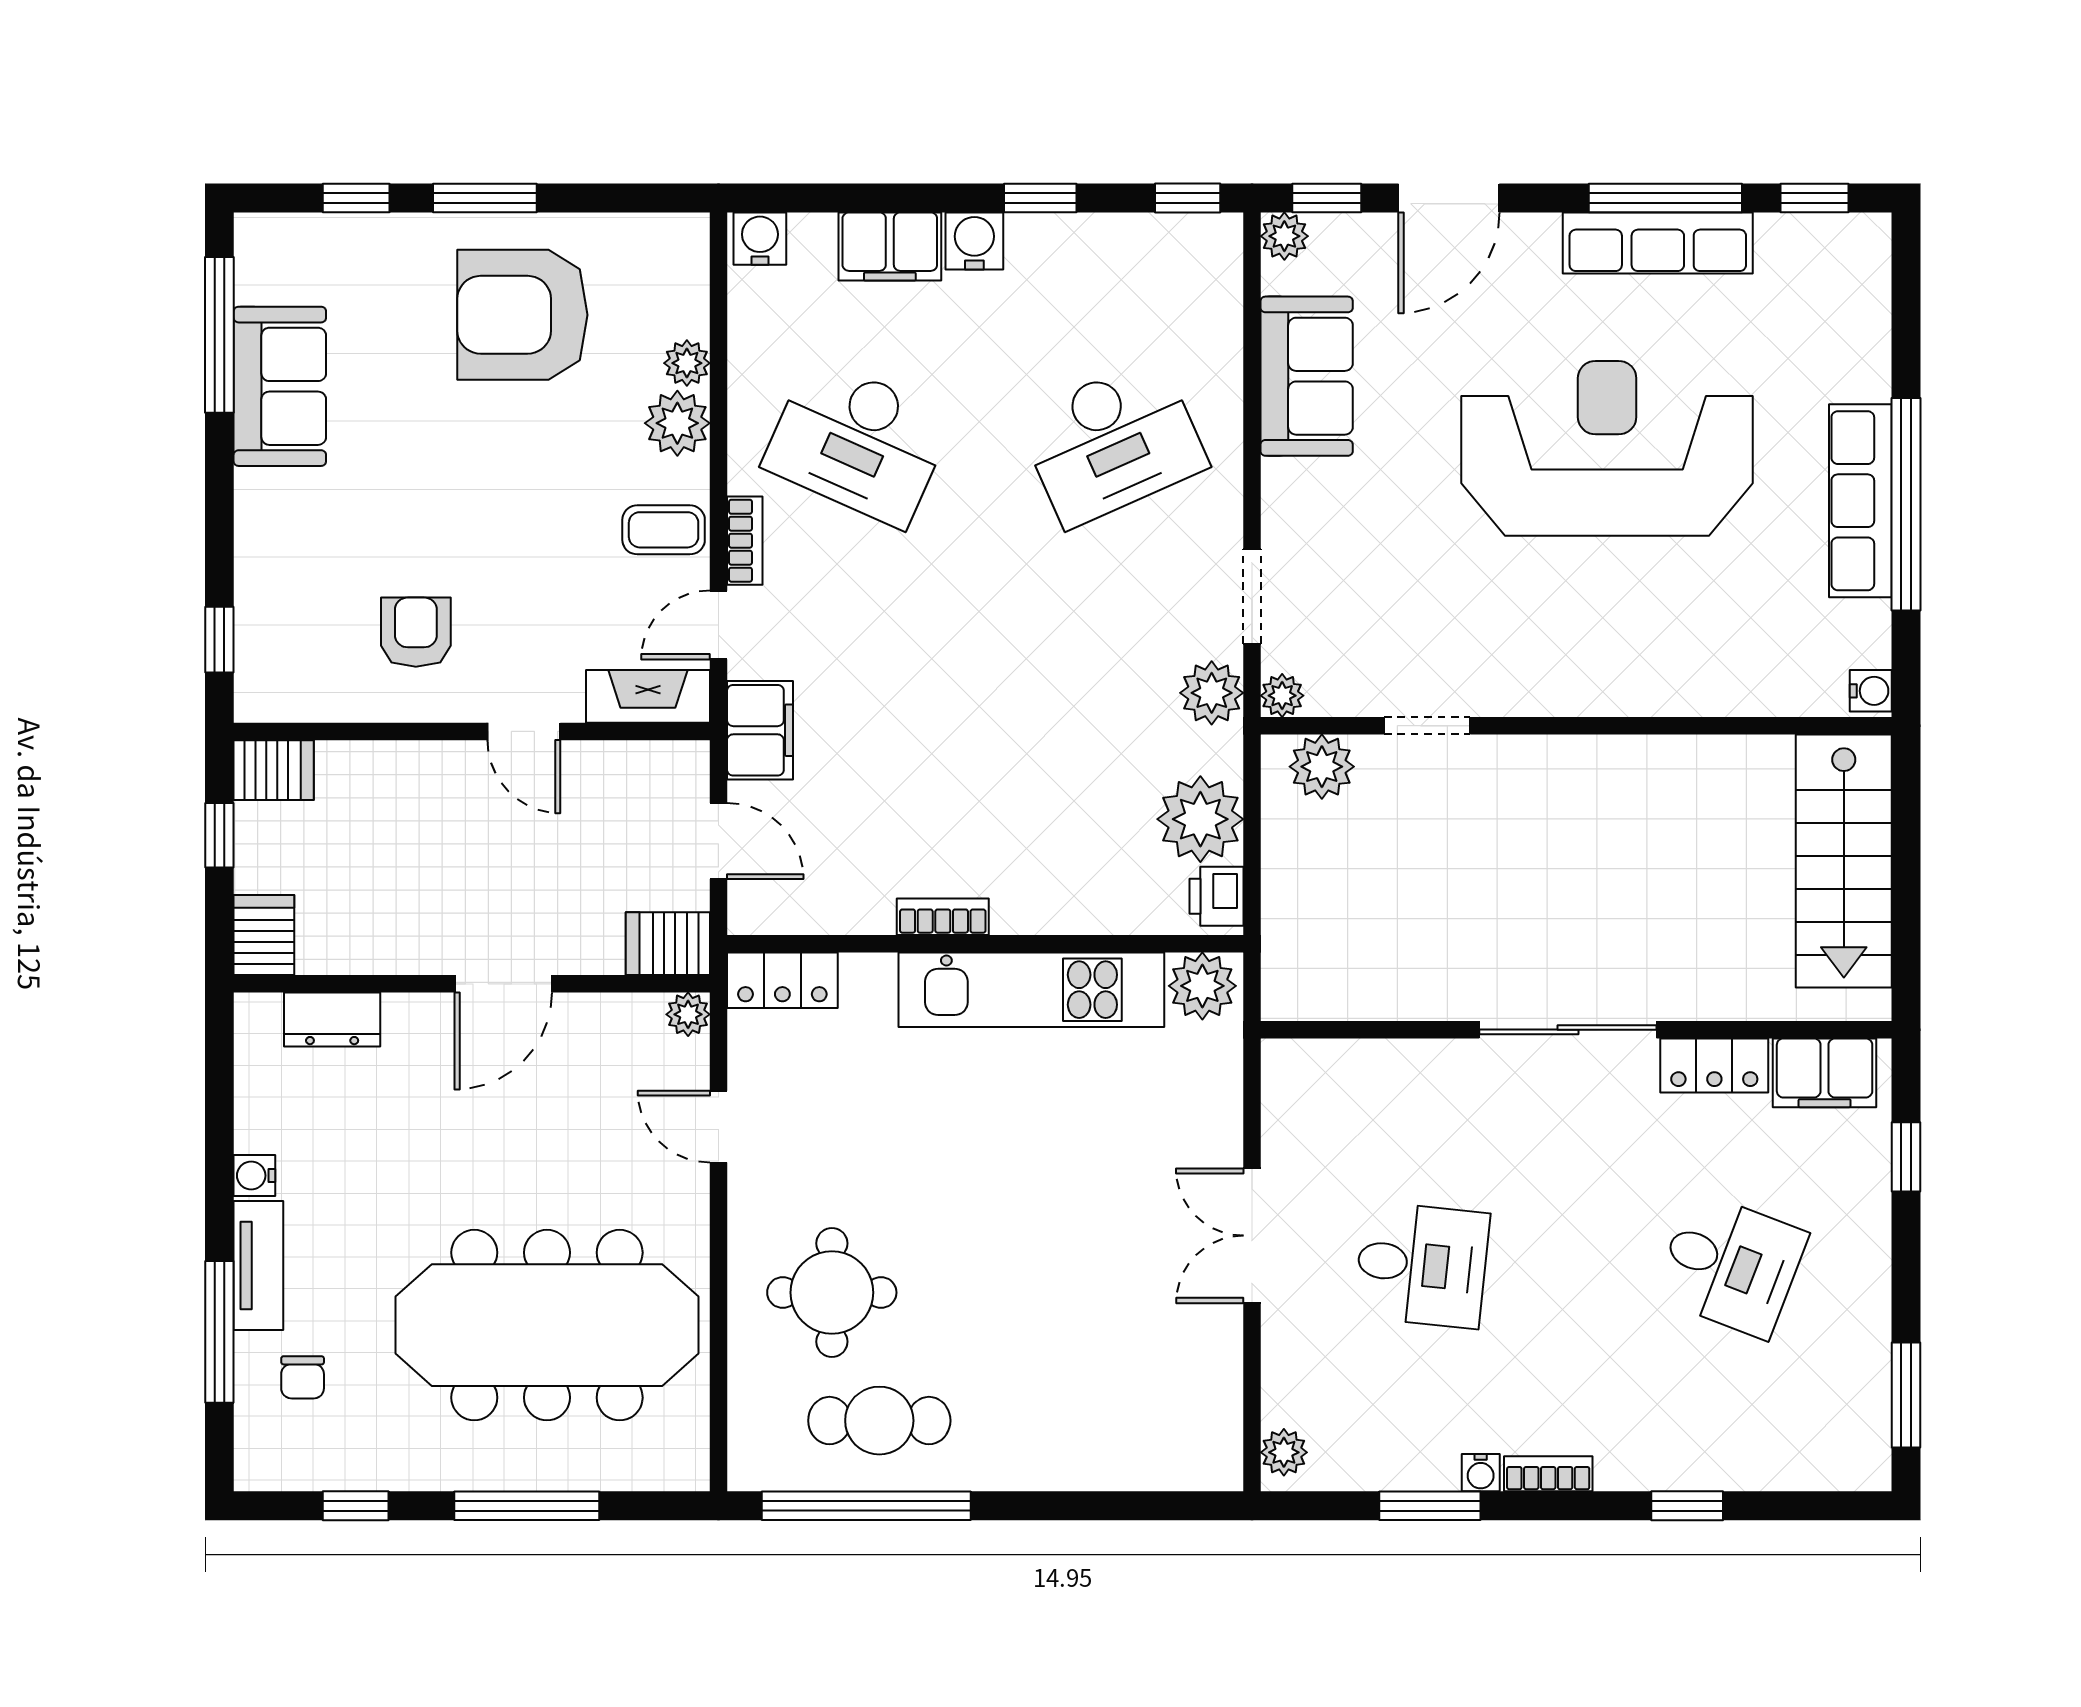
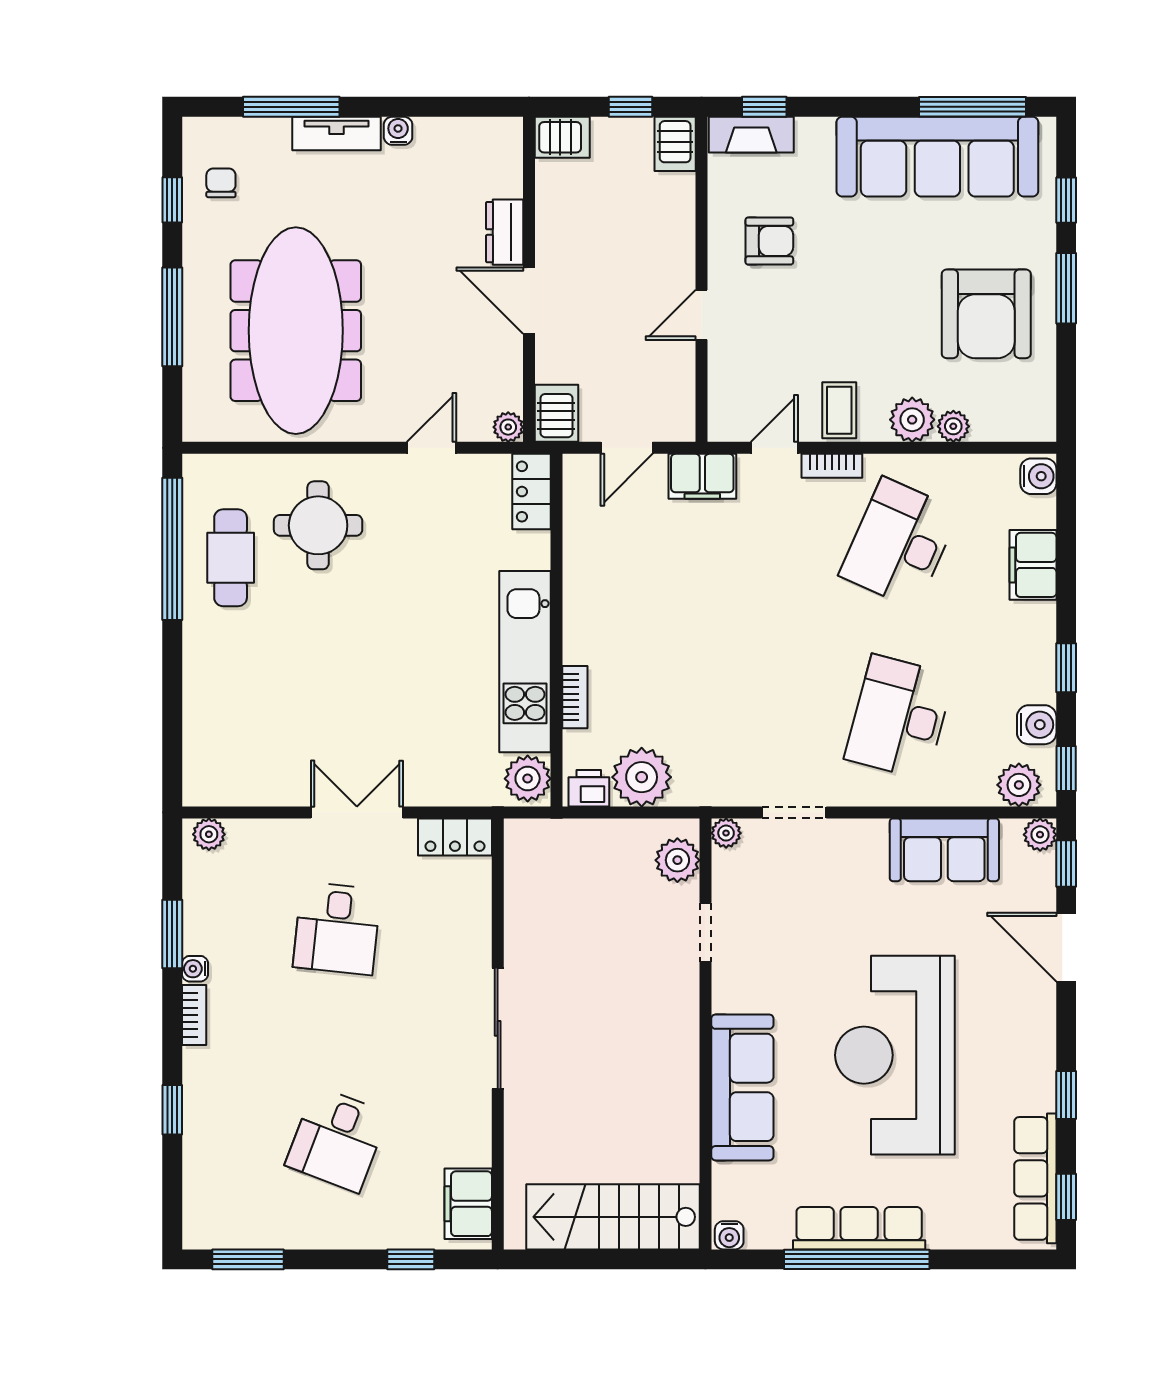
window: (1665, 198) -> (1066, 1095), width x0.46
water cooler: (974, 241) -> (1037, 725), moved
row of seats: (1658, 243) -> (1035, 1178), moved
armchair: (522, 315) -> (986, 314), turned 180
sofa: (280, 386) -> (937, 157), width x1.85, depth x1.27
desk: (1113, 442) -> (899, 717), turned 39
reception desk: (1607, 448) -> (895, 1055), turned 180
door: (718, 625) -> (774, 448), hinge flipped
sofa: (1654, 672) -> (742, 1087), added
plant: (1212, 693) -> (1019, 785), moved
fireplace: (648, 696) -> (751, 135), moved, turned 90
bookcase: (943, 917) -> (575, 697), moved
dresser: (332, 1019) -> (505, 232), moved
locker: (1714, 1066) -> (455, 837), moved, turned -90
chair: (303, 1377) -> (221, 183), moved, turned 90

